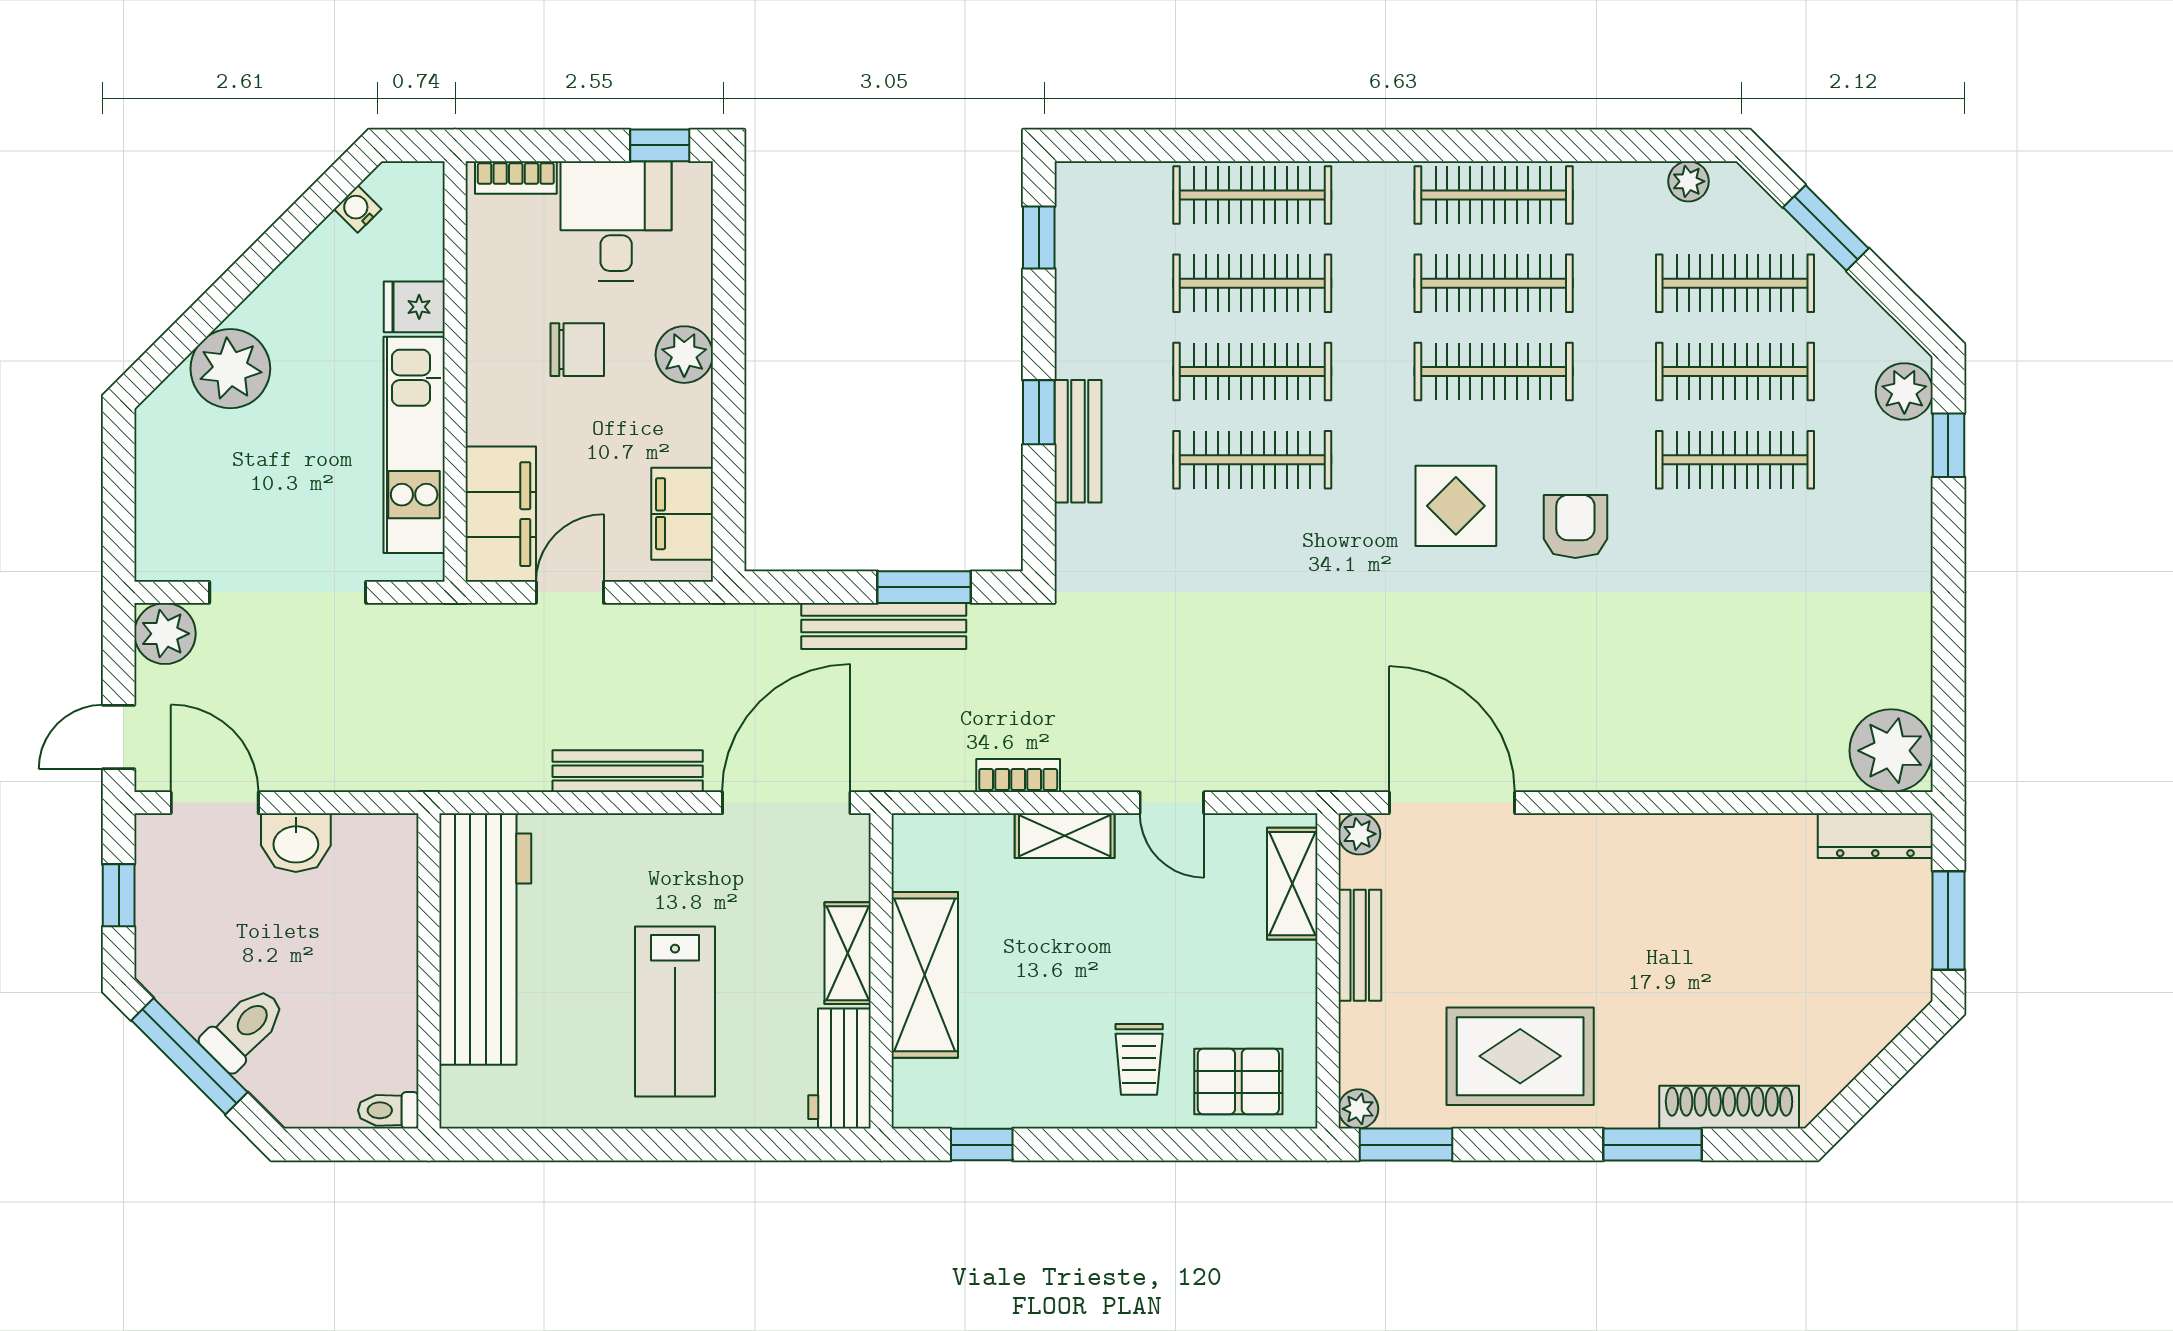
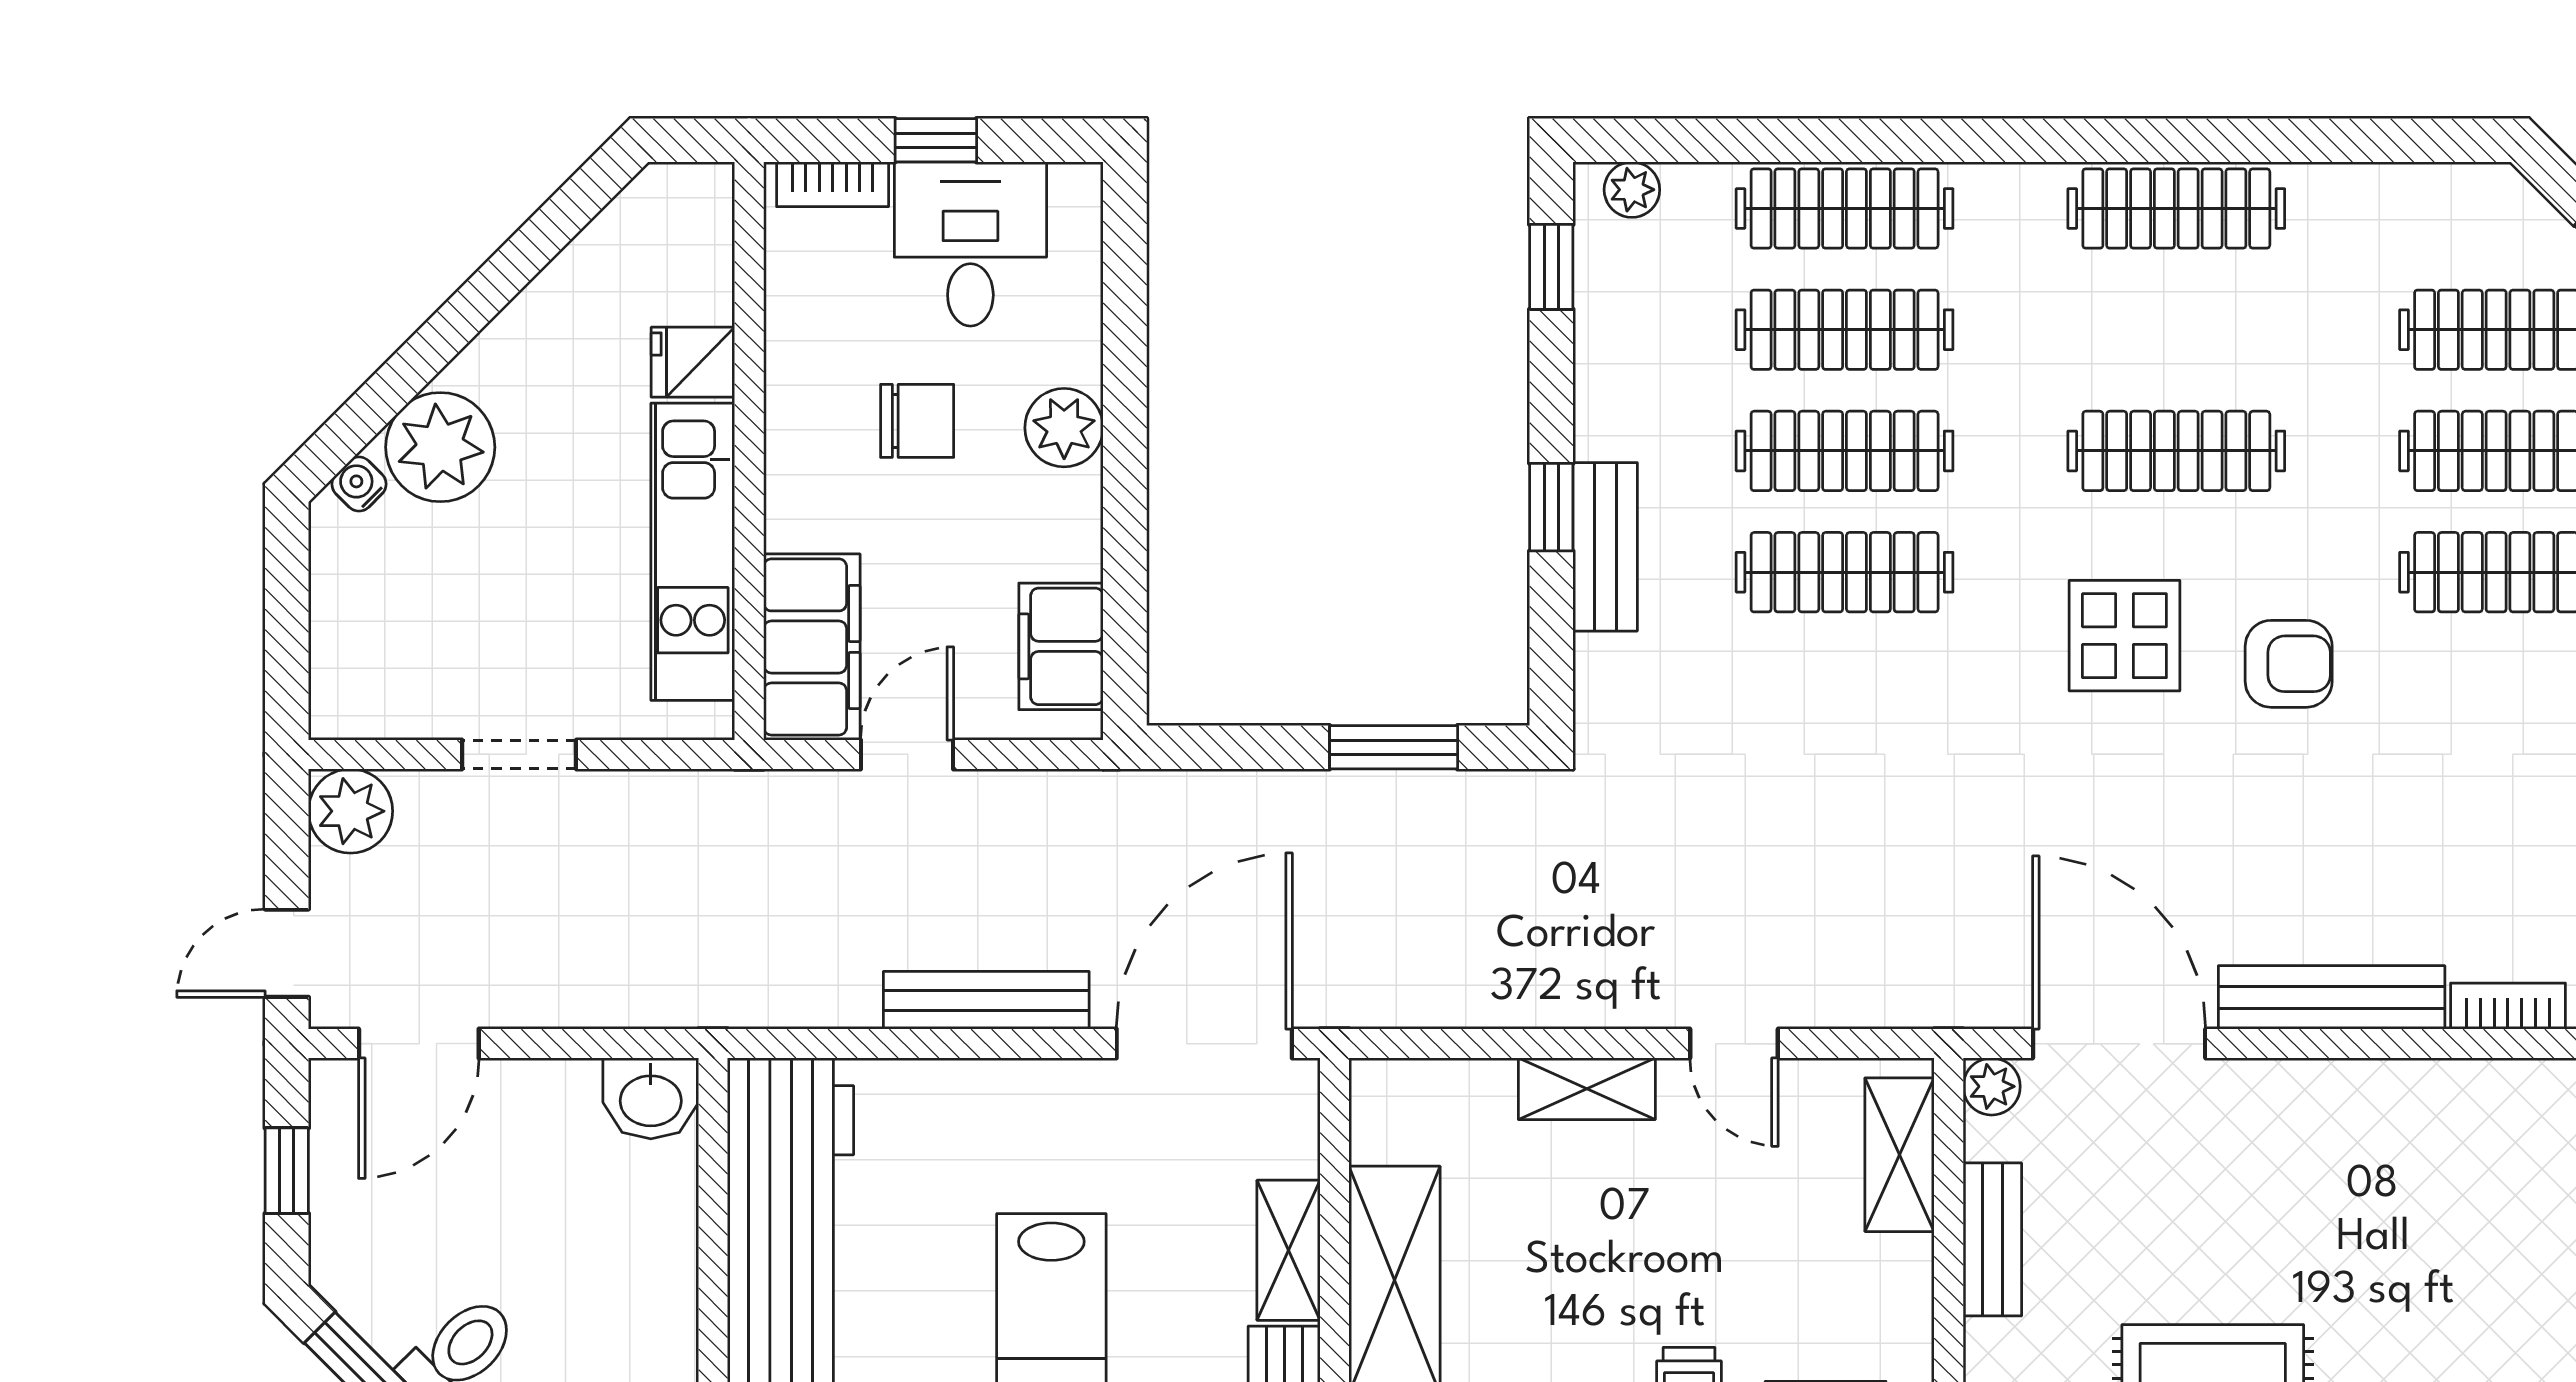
window: (660, 145) -> (936, 140), moved
plant: (1688, 181) -> (1632, 190), moved
water cooler: (358, 209) -> (359, 484), moved
clothes rail: (1494, 283) -> (2176, 330), removed
armchair: (1575, 526) -> (2289, 664), turned 90
doorway: (288, 592) -> (519, 754), width x0.53
bench: (884, 626) -> (2332, 997), moved
bookcase: (1018, 775) -> (2508, 1006), moved
door: (215, 803) -> (419, 1044), swing flipped
washbasin: (296, 843) -> (651, 1098), moved

